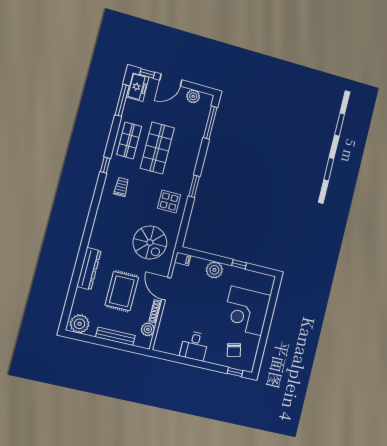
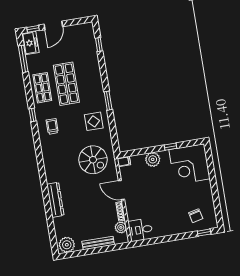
plant: (193, 96) -> (76, 30), removed
window: (210, 122) -> (99, 45), width x0.46
rug: (122, 291) -> (88, 207), removed
corner desk: (246, 311) -> (189, 164), moved
desk: (194, 346) -> (141, 230), moved, turned 90

